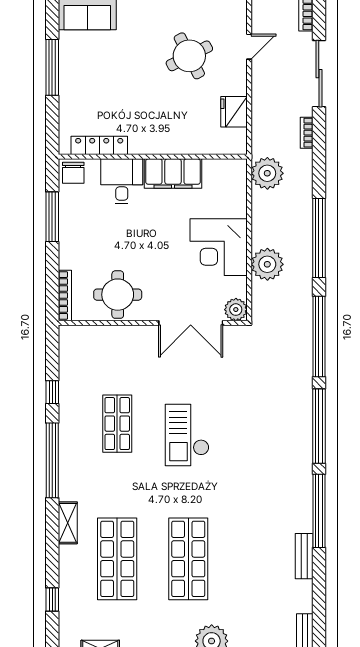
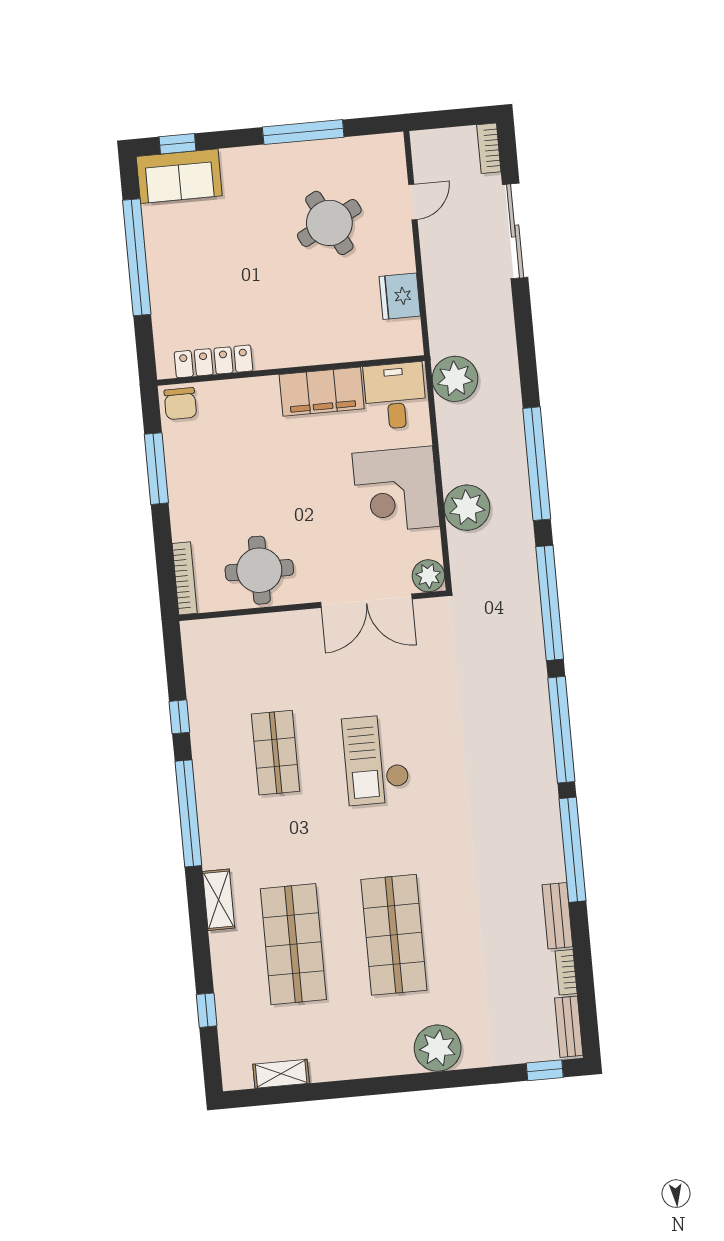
window: (52, 67) -> (137, 257), width x1.46
bookcase: (307, 133) -> (566, 972), moved
desk: (122, 181) -> (395, 396), moved

